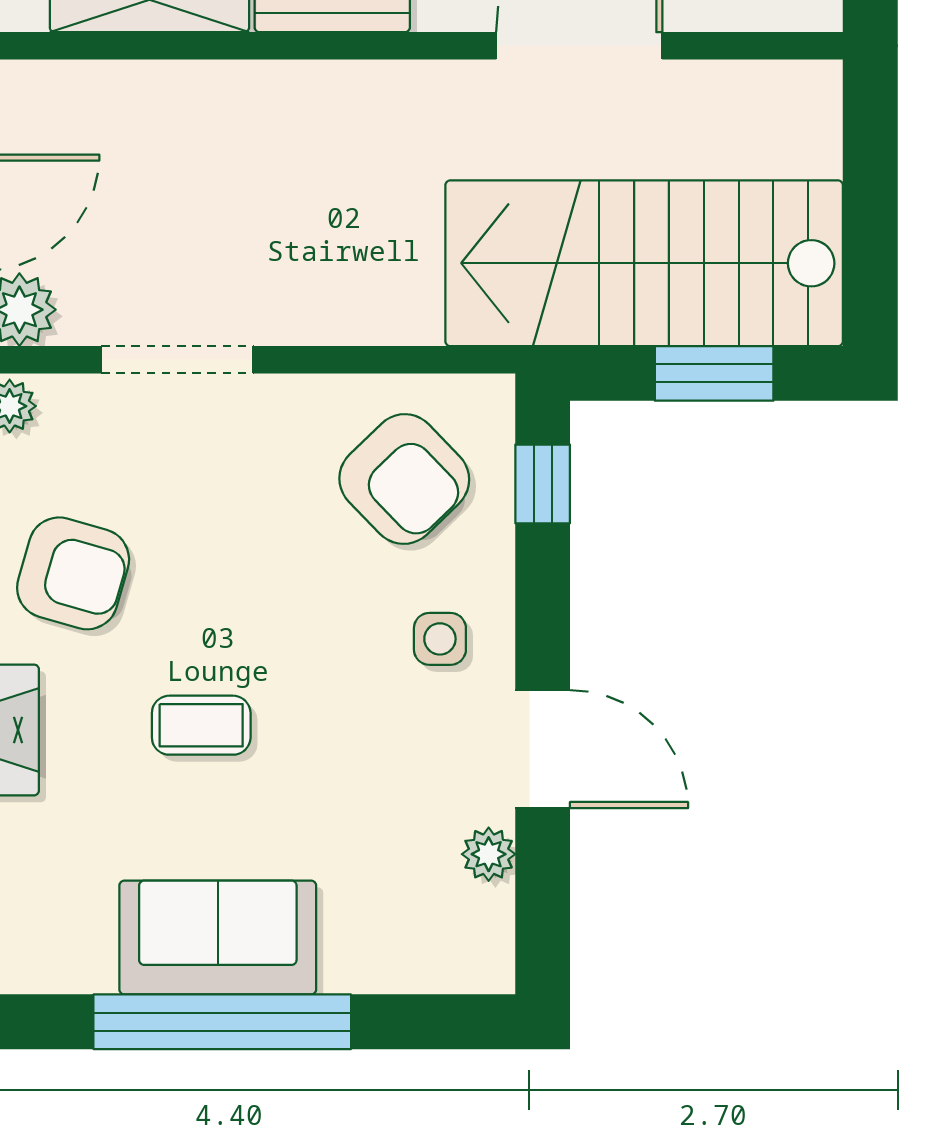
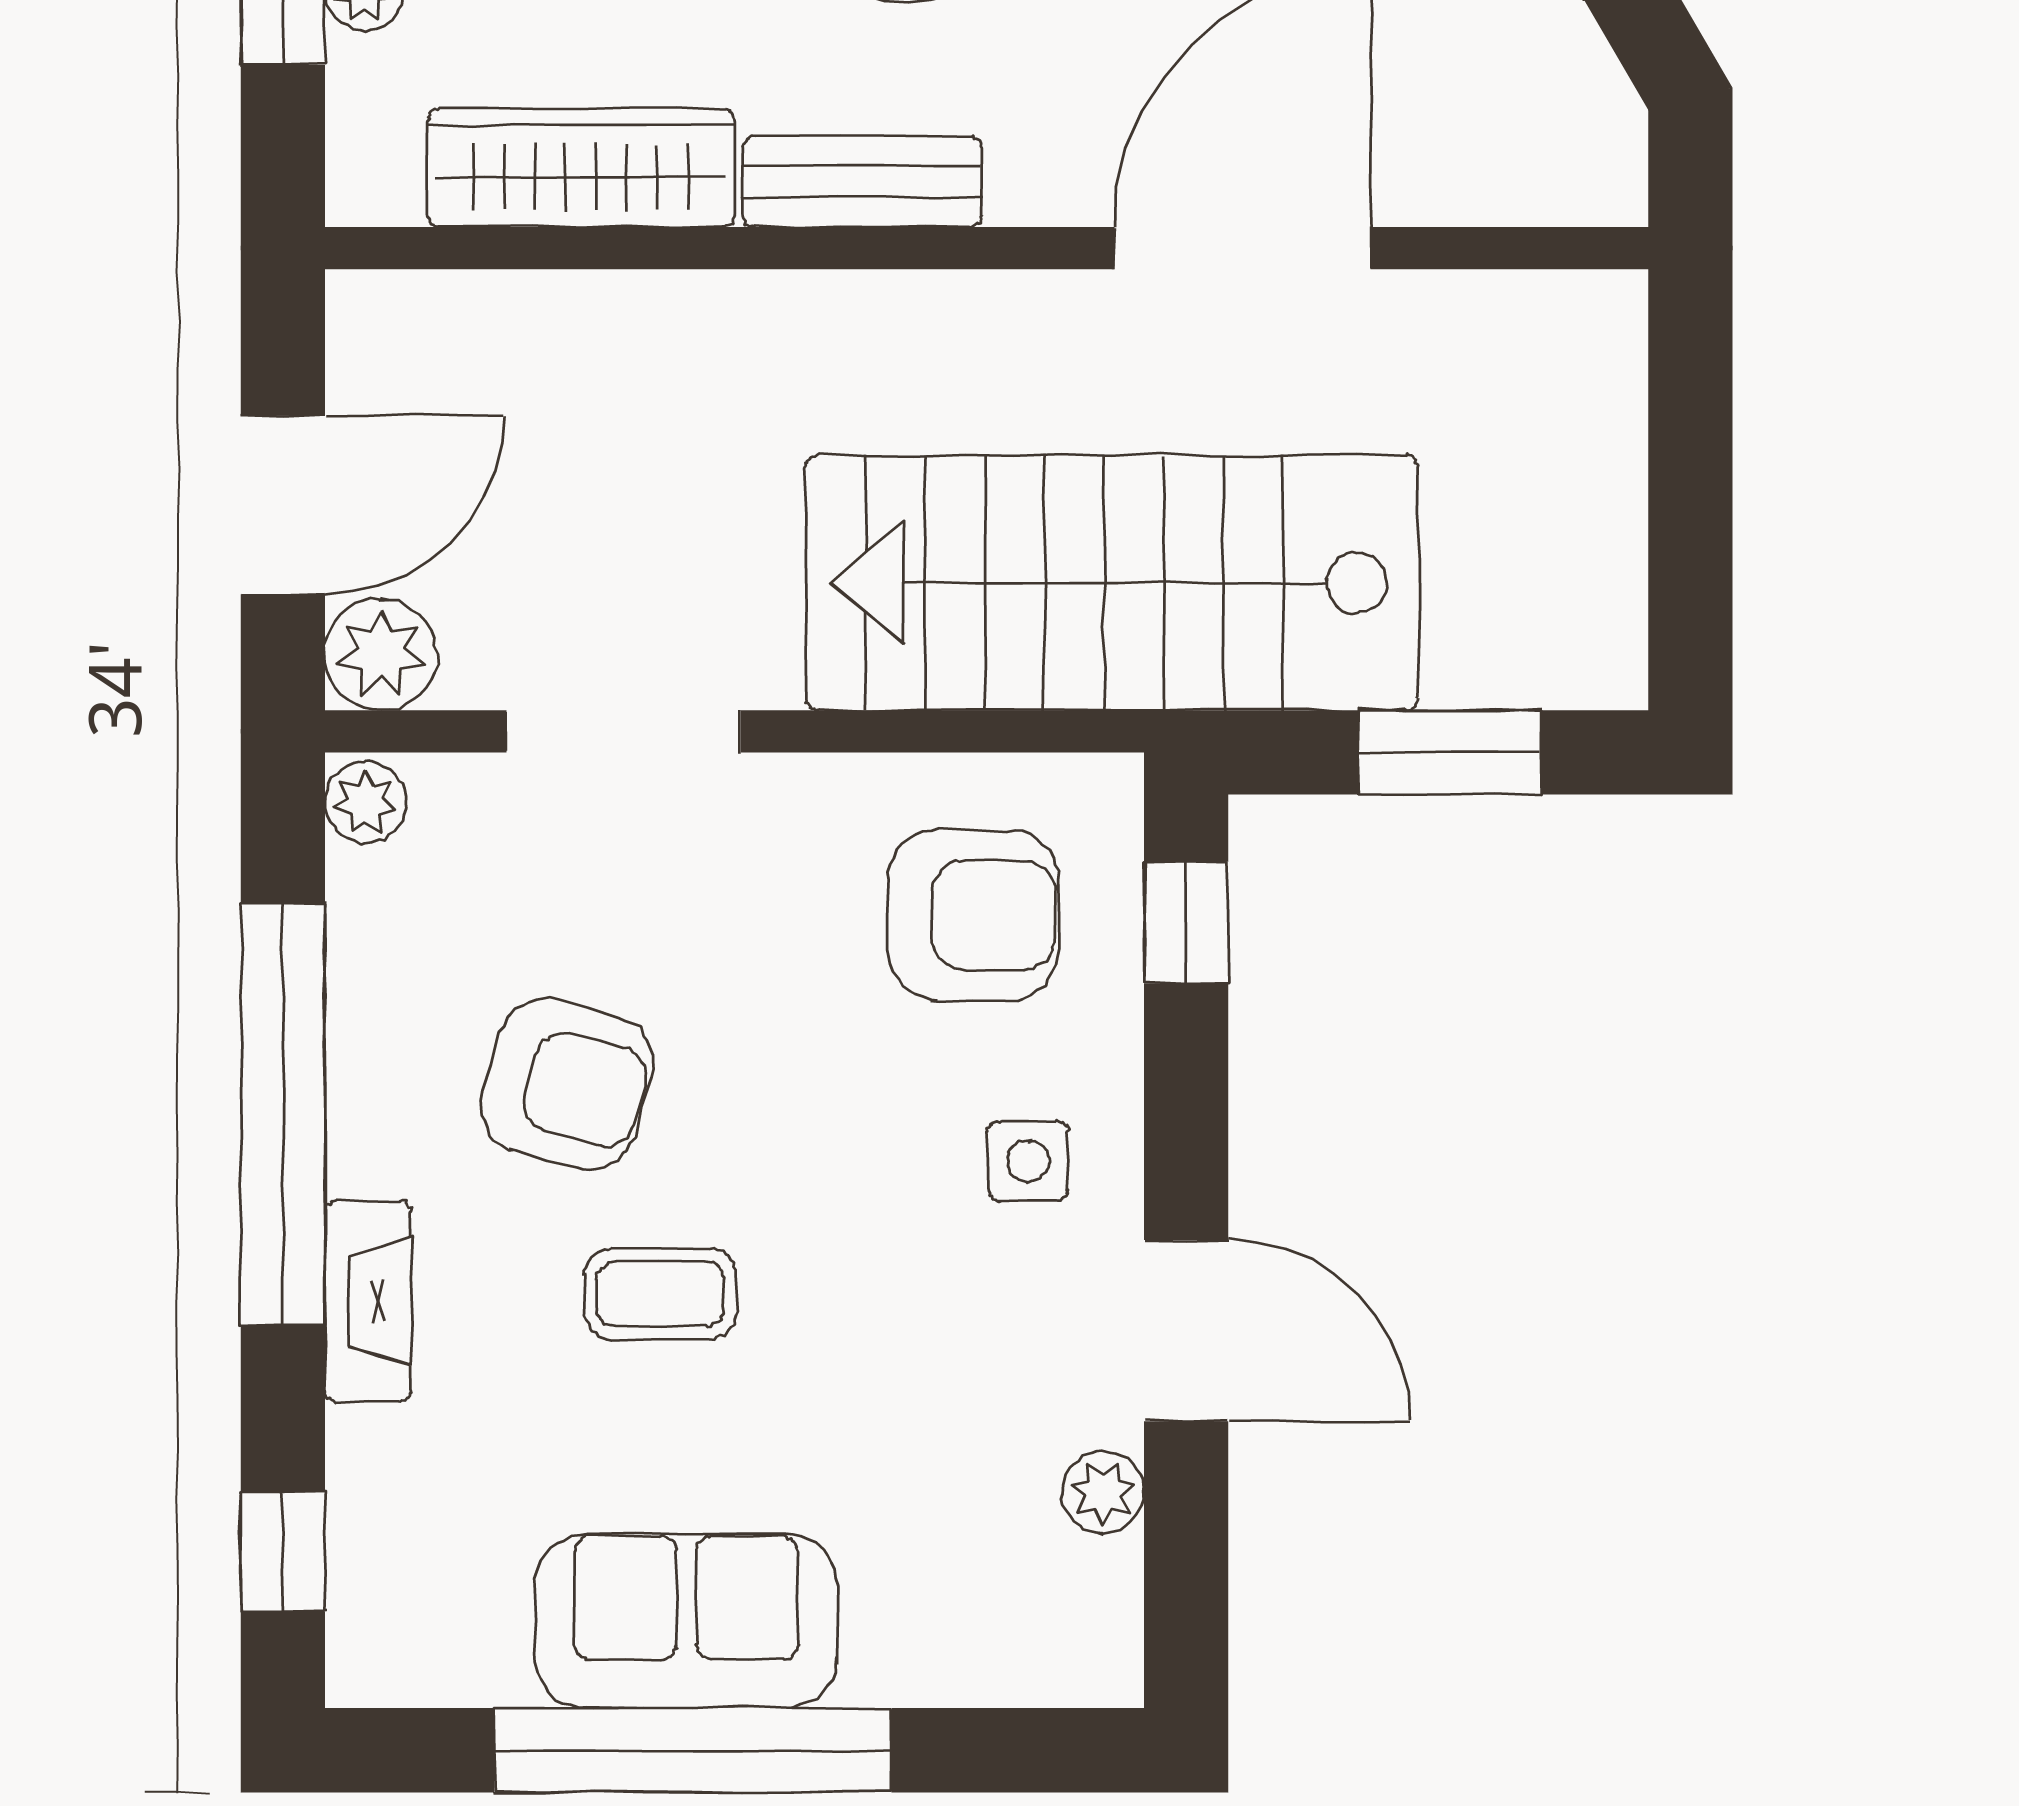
stairs: (644, 263) -> (1112, 583), moved
armchair: (404, 479) -> (973, 915), turned -46
armchair: (73, 573) -> (567, 1084), moved

